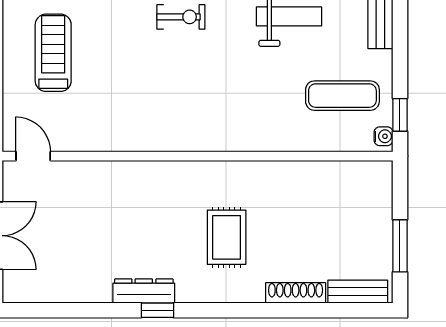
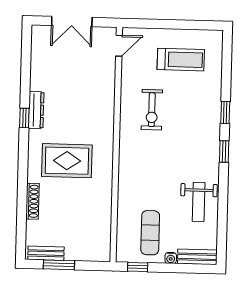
exercise bike: (181, 17) -> (152, 110), moved, width x1.38, depth x1.39
water cooler: (383, 136) -> (171, 258), moved
rug: (227, 237) -> (67, 161), width x1.36, depth x1.43
bench: (358, 292) -> (46, 253), moved, turned 90

